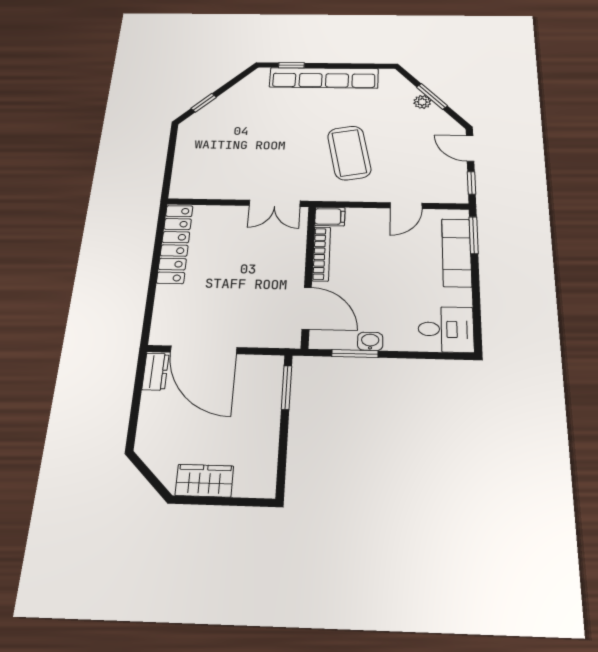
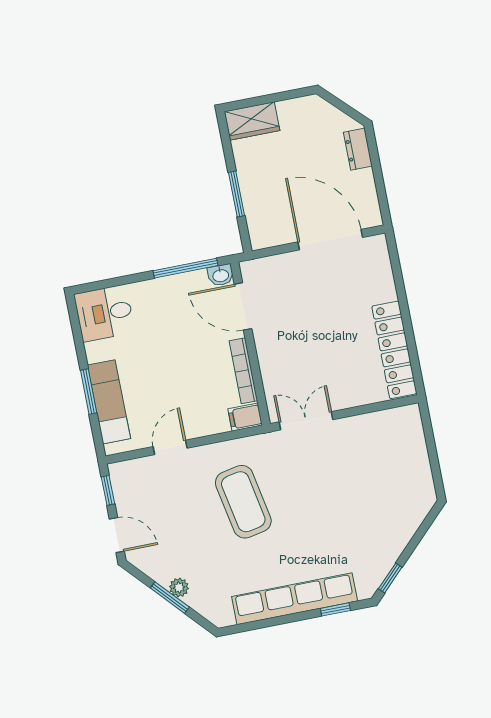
window: (204, 103) -> (390, 578), moved
window: (474, 235) -> (89, 392), moved
washbasin: (370, 341) -> (221, 275), moved
window: (355, 354) -> (186, 268), width x1.44
dresser: (155, 372) -> (358, 149), moved
window: (286, 387) -> (236, 194), moved
wardrobe: (204, 481) -> (252, 121), moved

